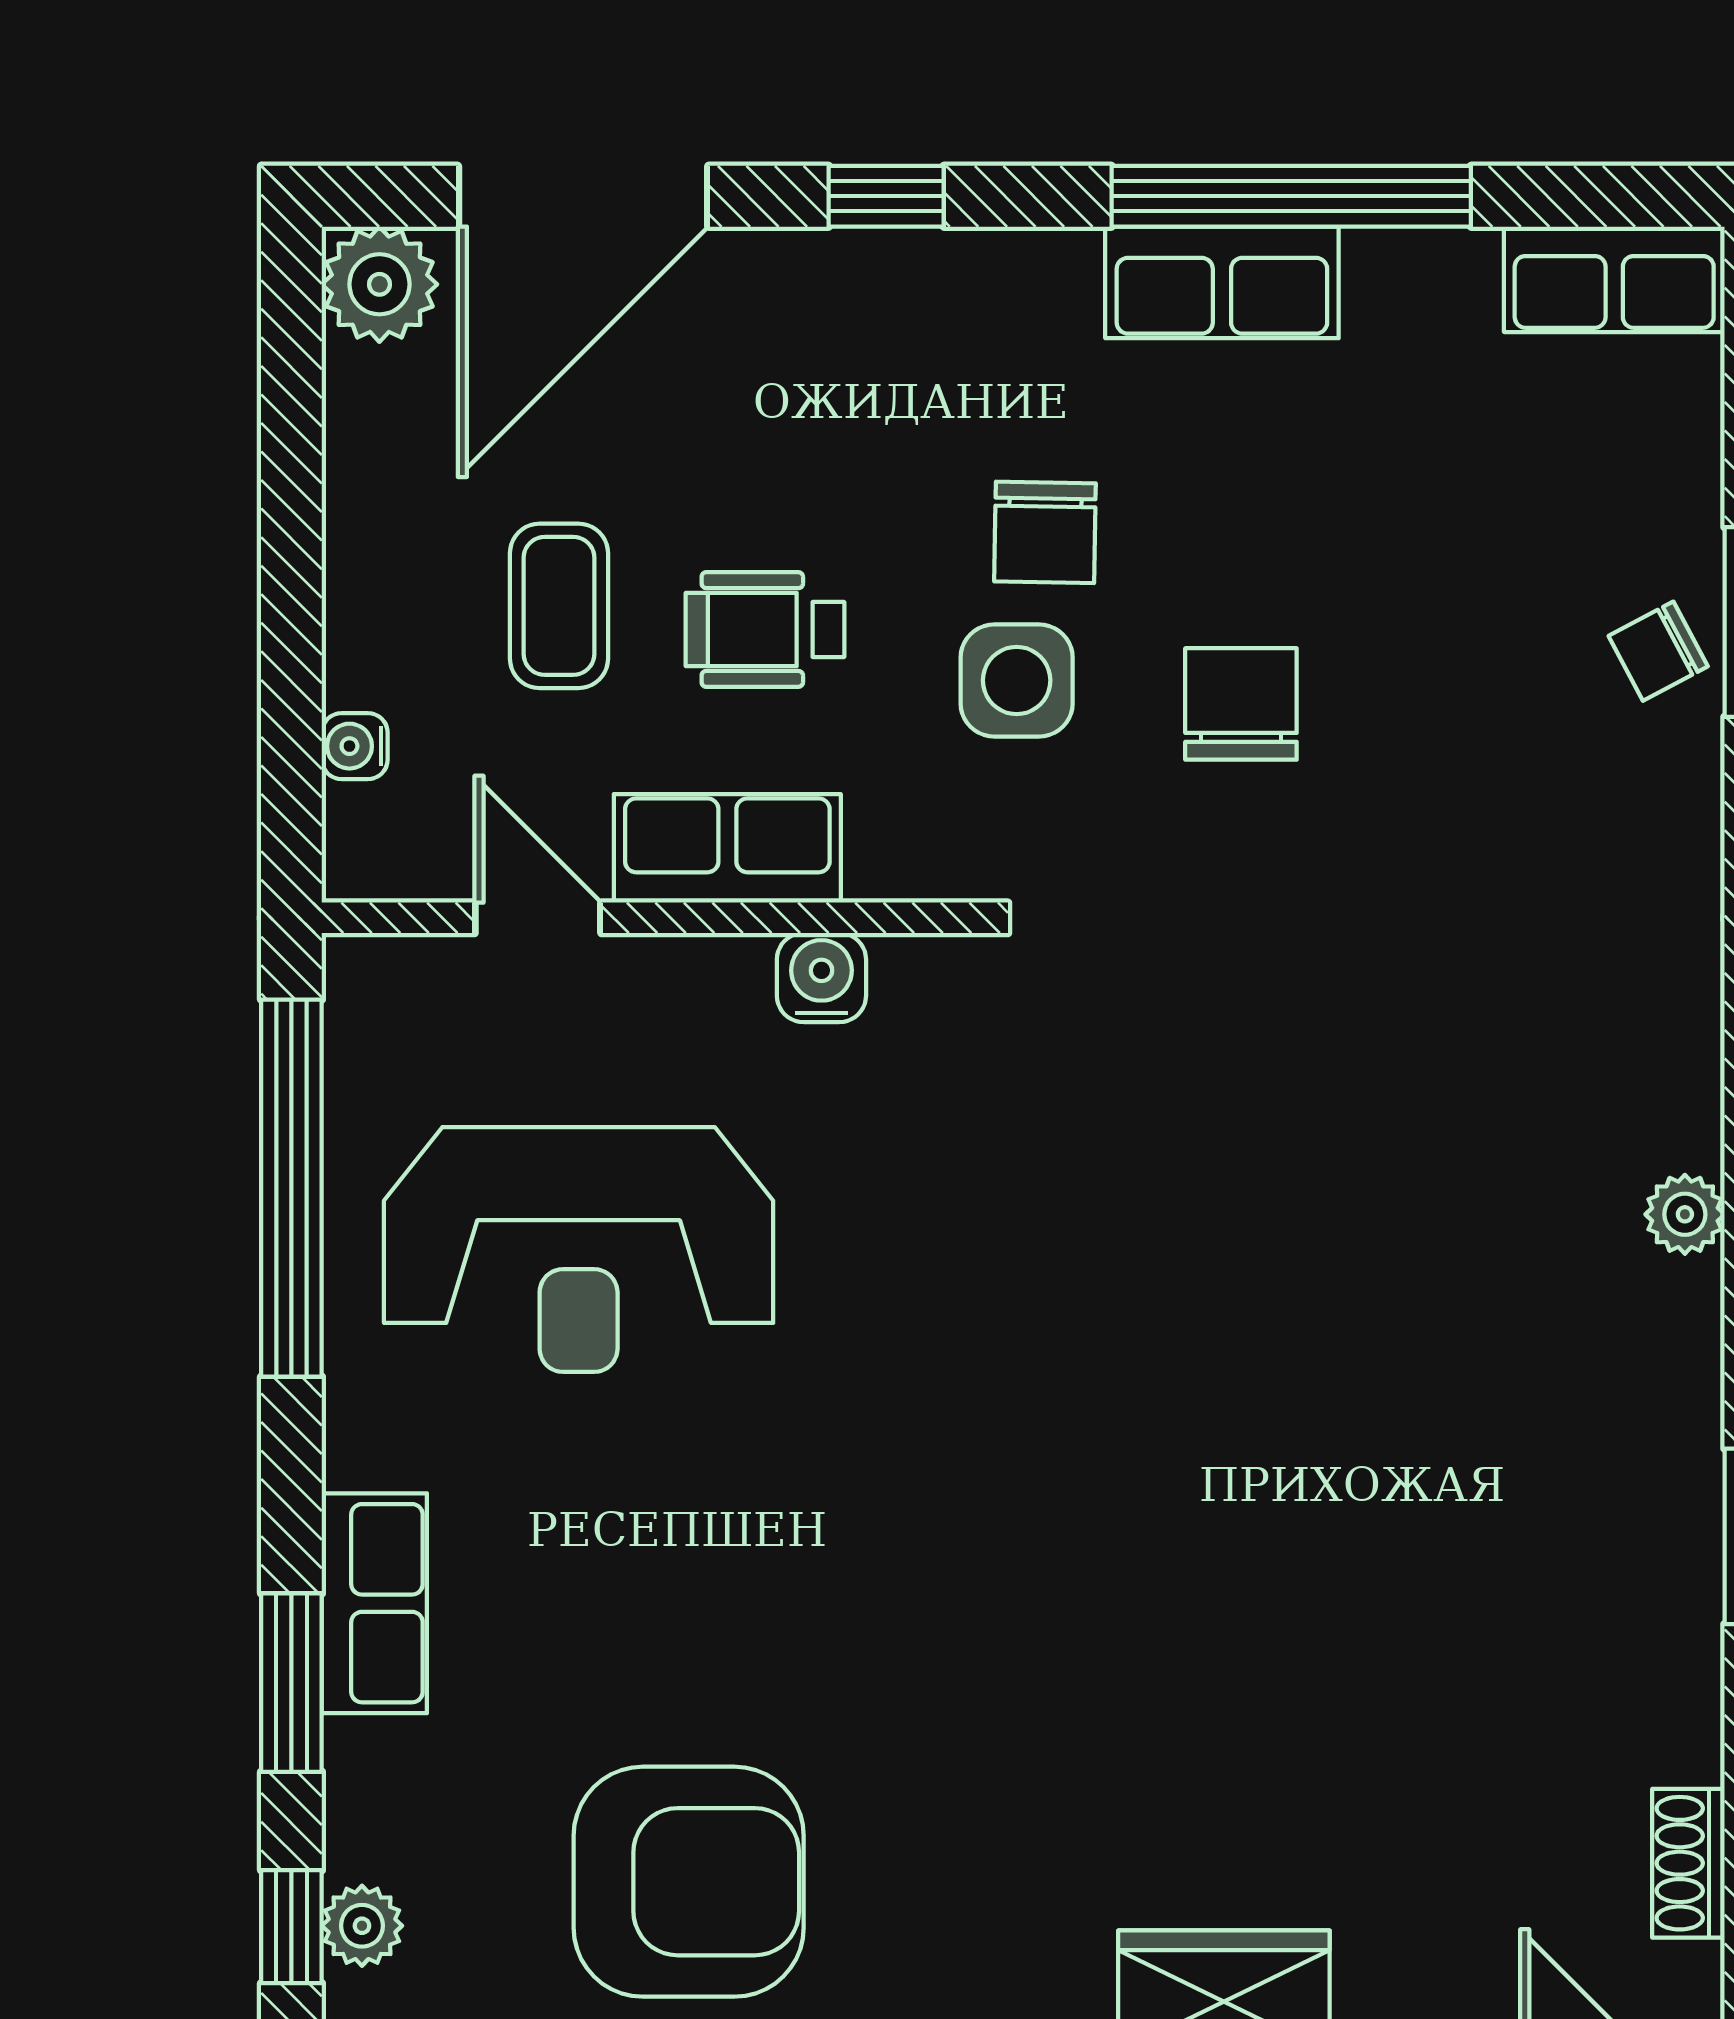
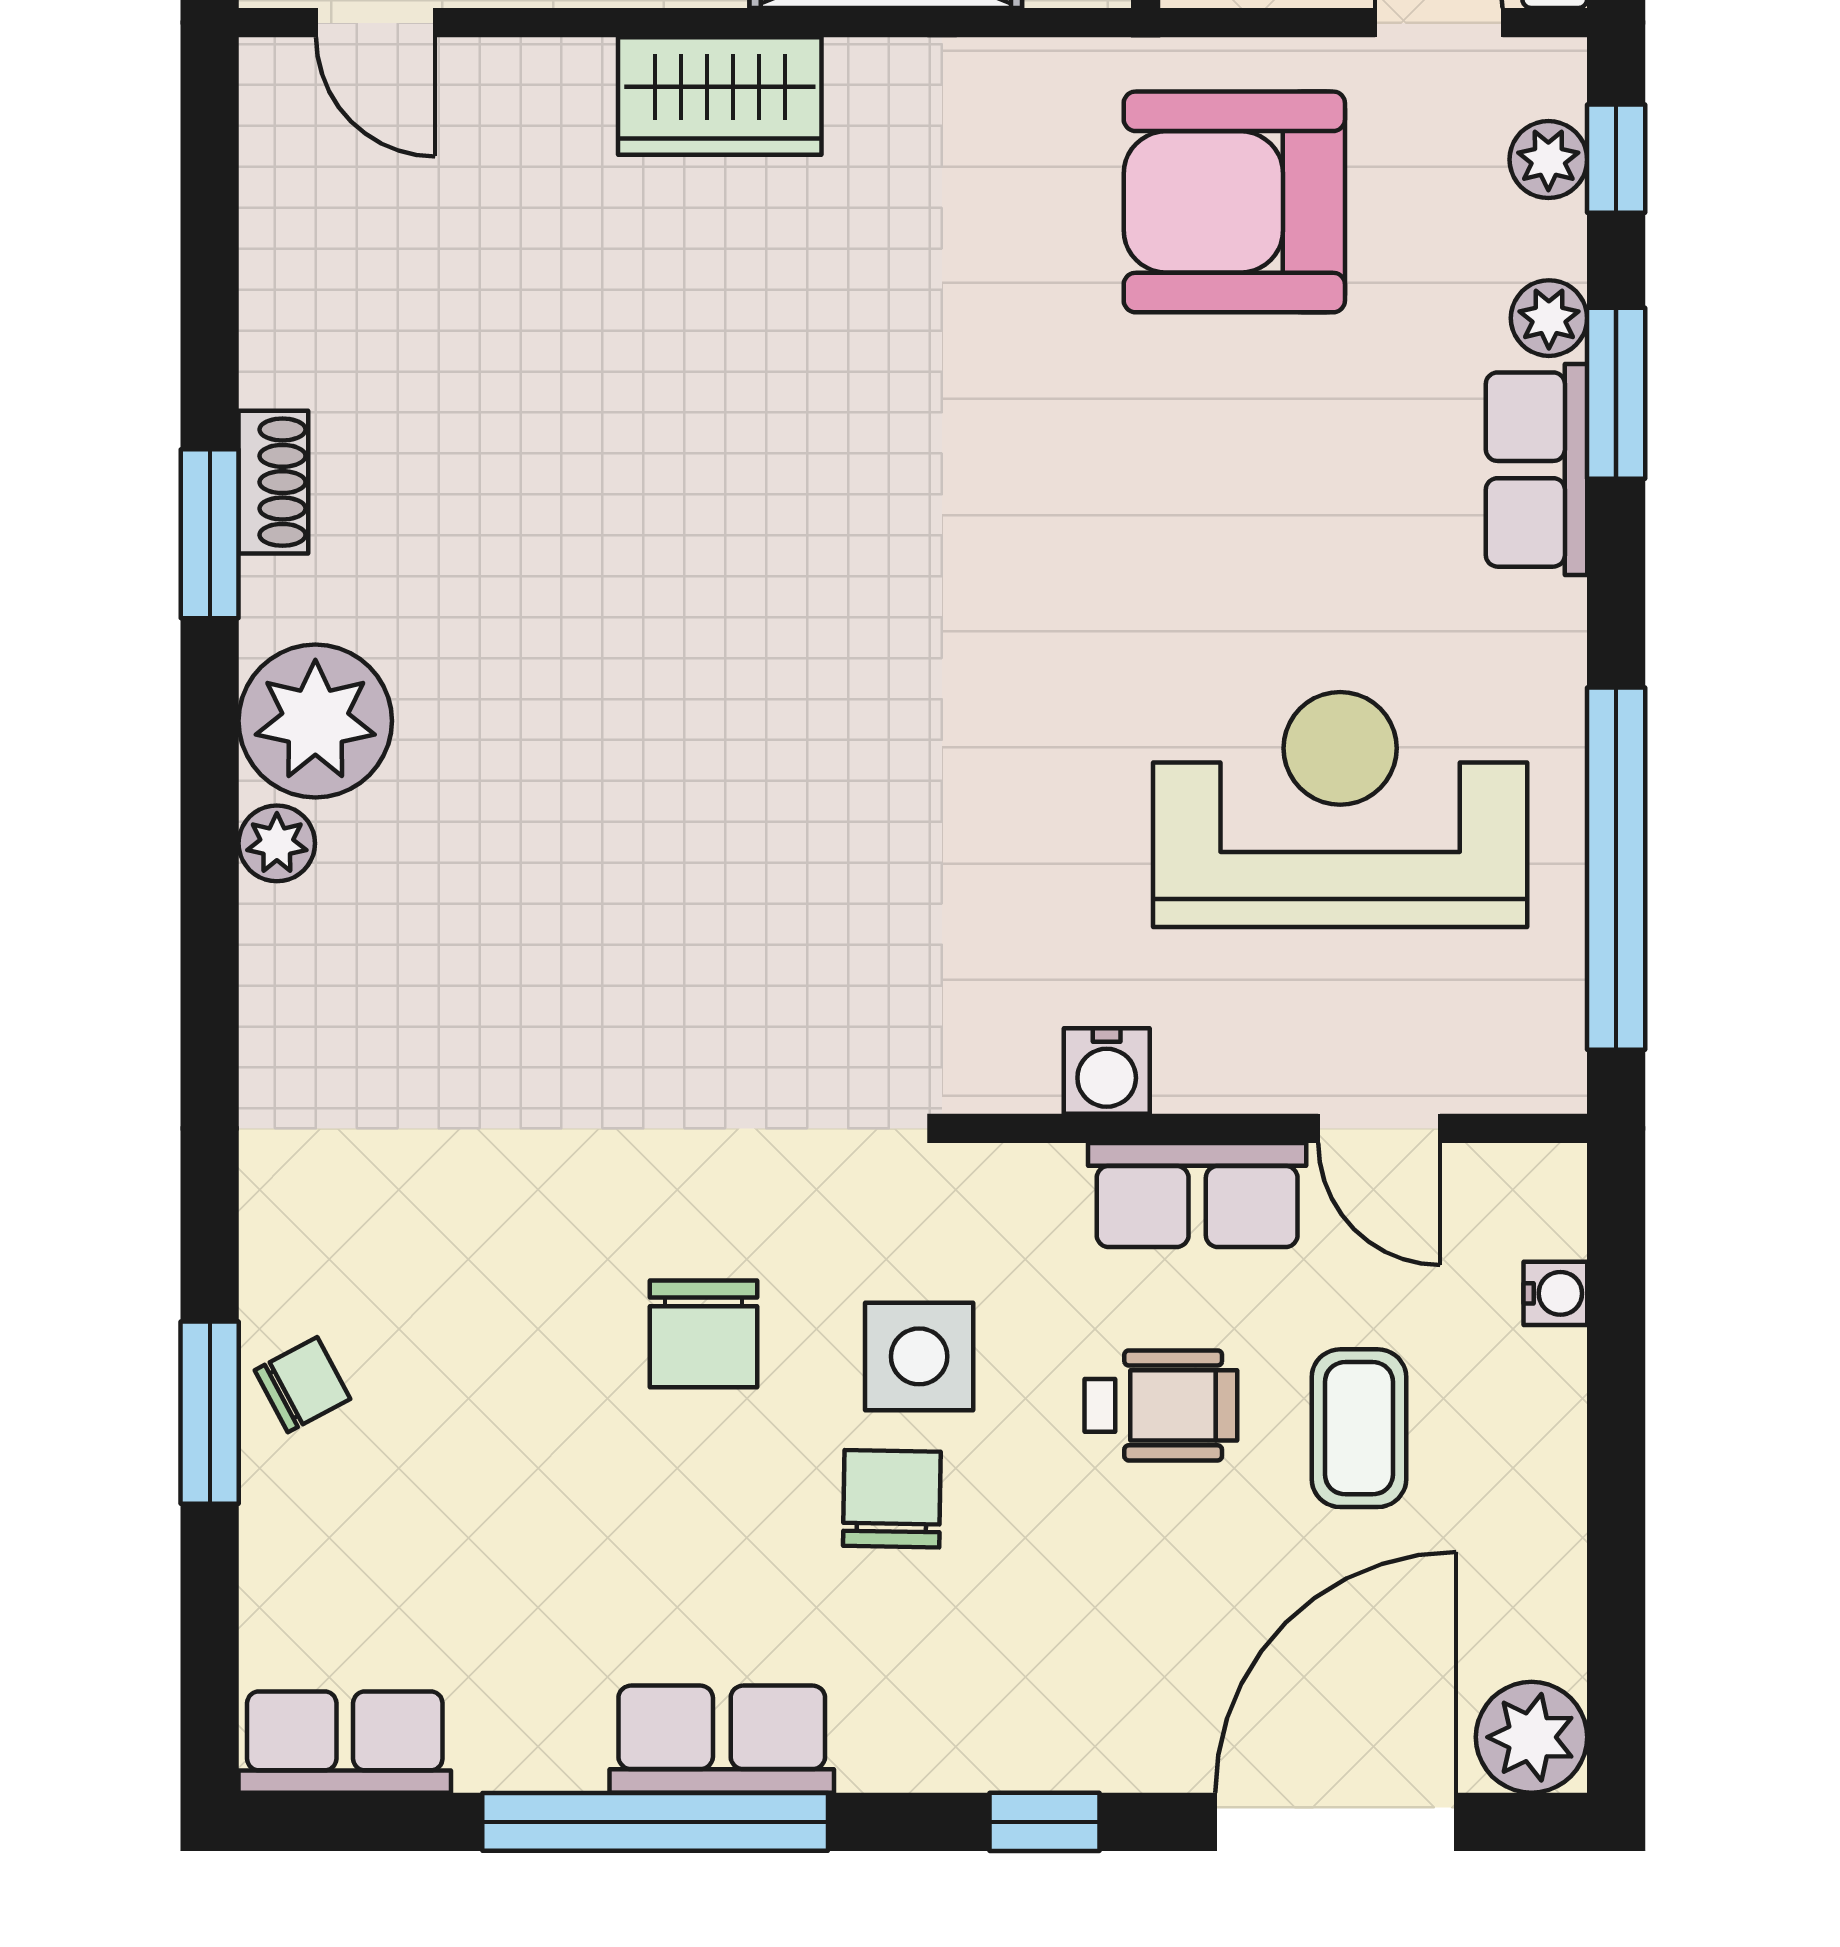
plant: (1645, 1342) -> (315, 721), added
plant: (361, 1761) -> (1549, 318), added
shoe rack: (1688, 1863) -> (273, 482), moved

